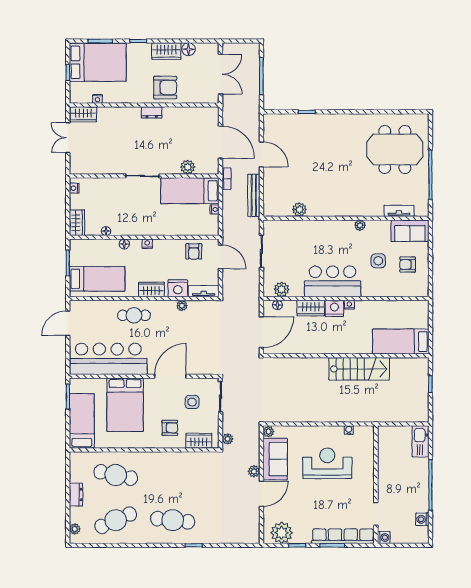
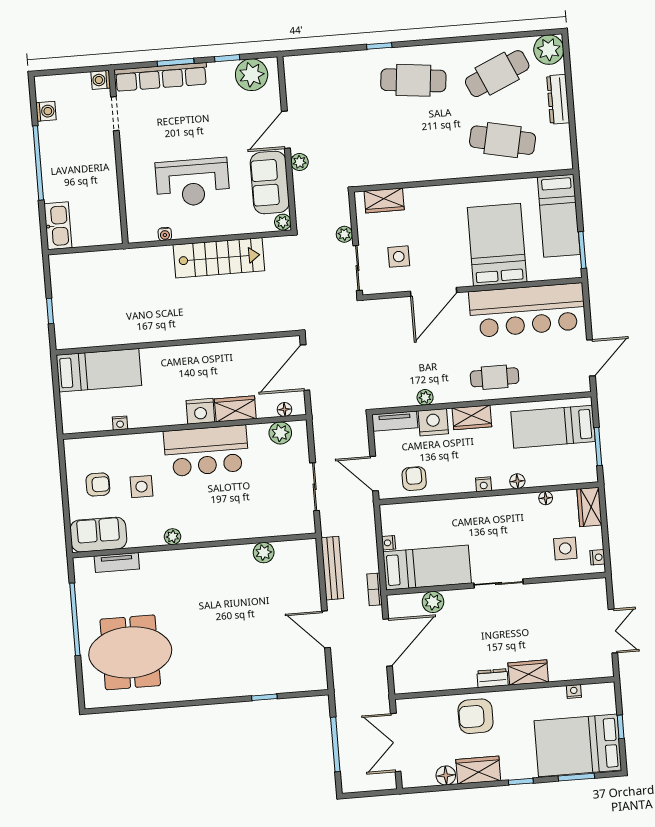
wardrobe: (83, 114) -> (528, 672), moved
door: (220, 142) -> (388, 642), swing flipped
side table: (96, 196) -> (565, 548), added
nightstand: (349, 305) -> (120, 423), moved
stairs: (359, 369) -> (219, 258), moved, turned 180
armchair: (170, 428) -> (428, 216), removed
plant: (228, 439) -> (344, 234), moved
dresser: (76, 495) -> (558, 99), width x1.44
plant: (75, 529) -> (549, 50), width x1.88, depth x1.88

